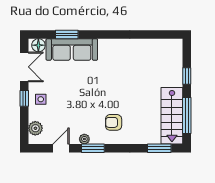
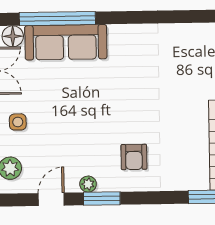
window: (67, 35) -> (57, 19), width x2.11
armchair: (114, 122) -> (134, 157), turned -90

